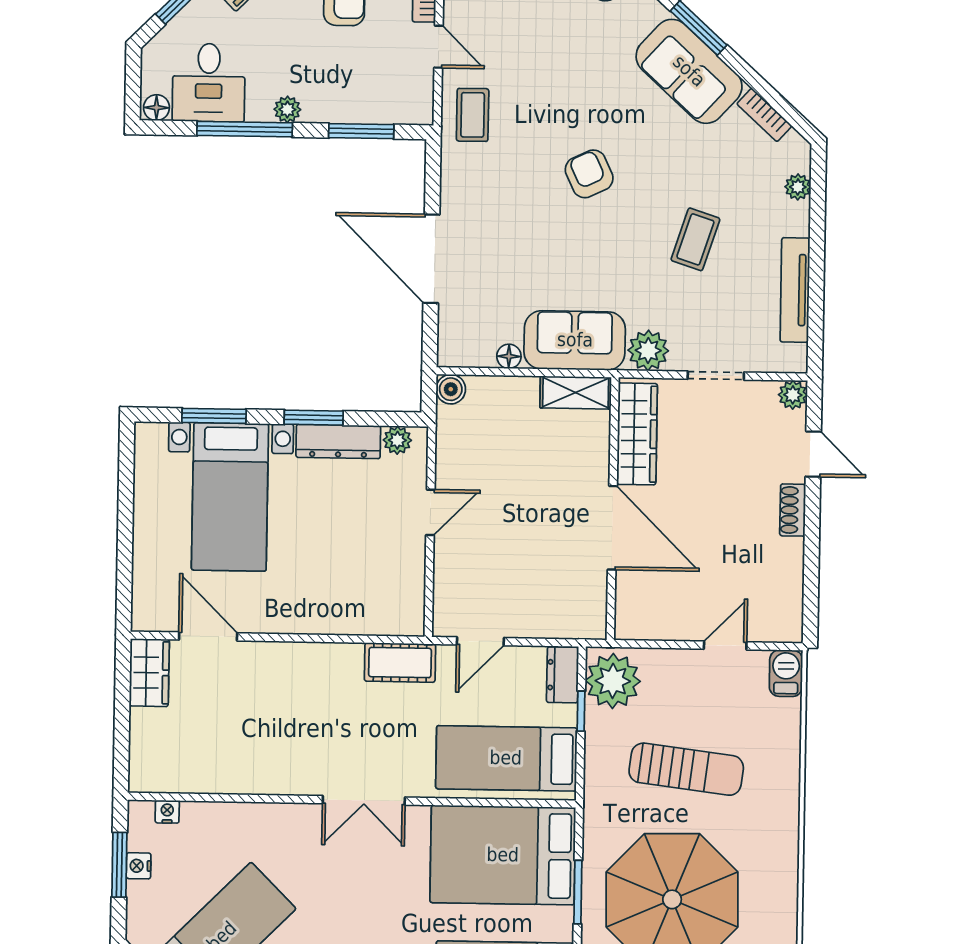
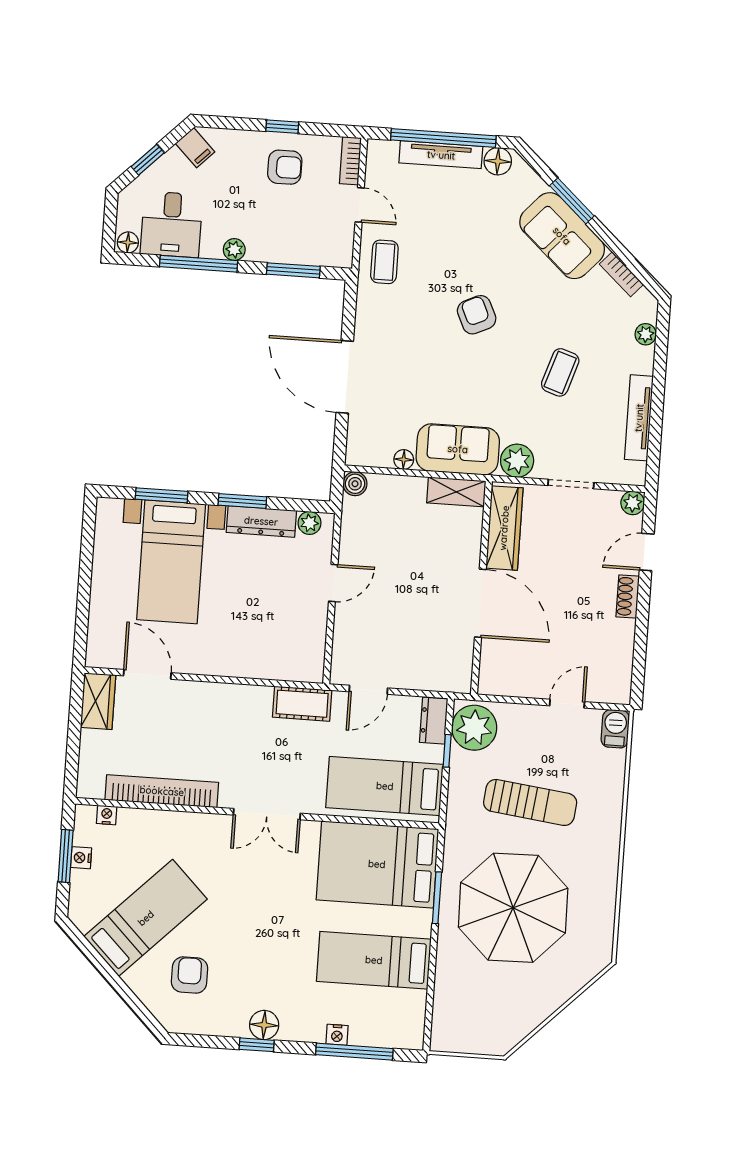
door: (813, 454) -> (647, 552), swing flipped
bookcase: (233, 779) -> (162, 791), added

